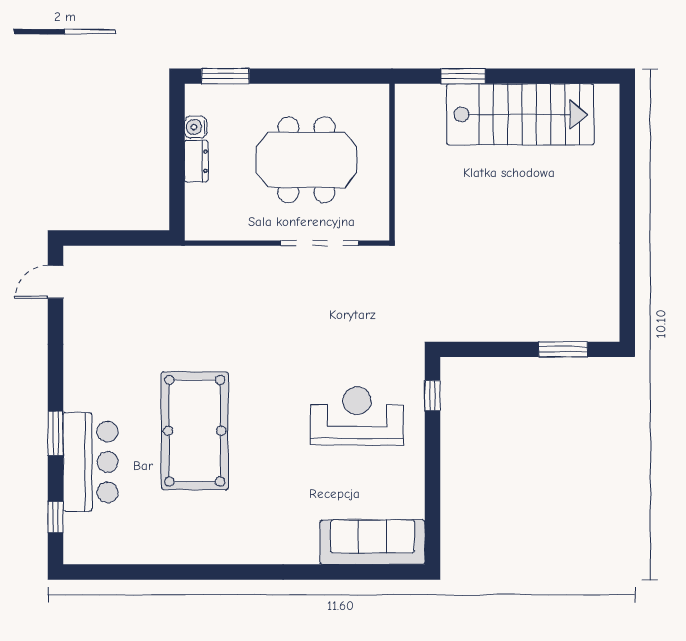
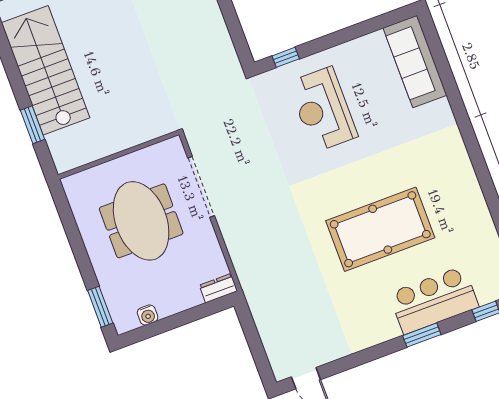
dresser: (196, 161) -> (218, 288), moved

